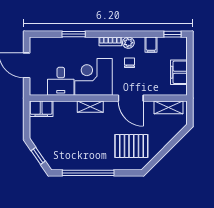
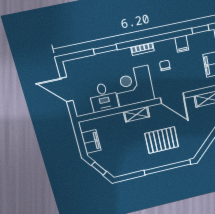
plant: (128, 43) -> (160, 46), removed
filing cabinet: (41, 109) -> (91, 142), moved, turned -90
pallet: (131, 146) -> (162, 140), moved
window: (88, 173) -> (168, 167), moved

